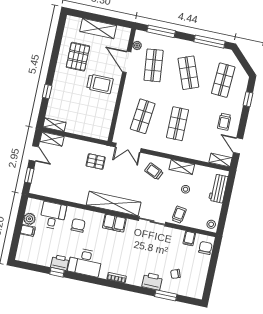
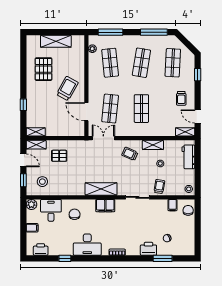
door: (127, 62) -> (86, 112), moved
shop shelf: (188, 73) -> (141, 63), turned 30
trolley: (100, 84) -> (67, 88), turned -61
double door: (128, 148) -> (103, 138), swing flipped
pallet: (96, 162) -> (59, 156), moved
stool: (50, 181) -> (42, 182), added
shelving: (114, 204) -> (101, 189), width x0.68
plant: (29, 219) -> (31, 204), moved
printer: (60, 263) -> (41, 249), moved

